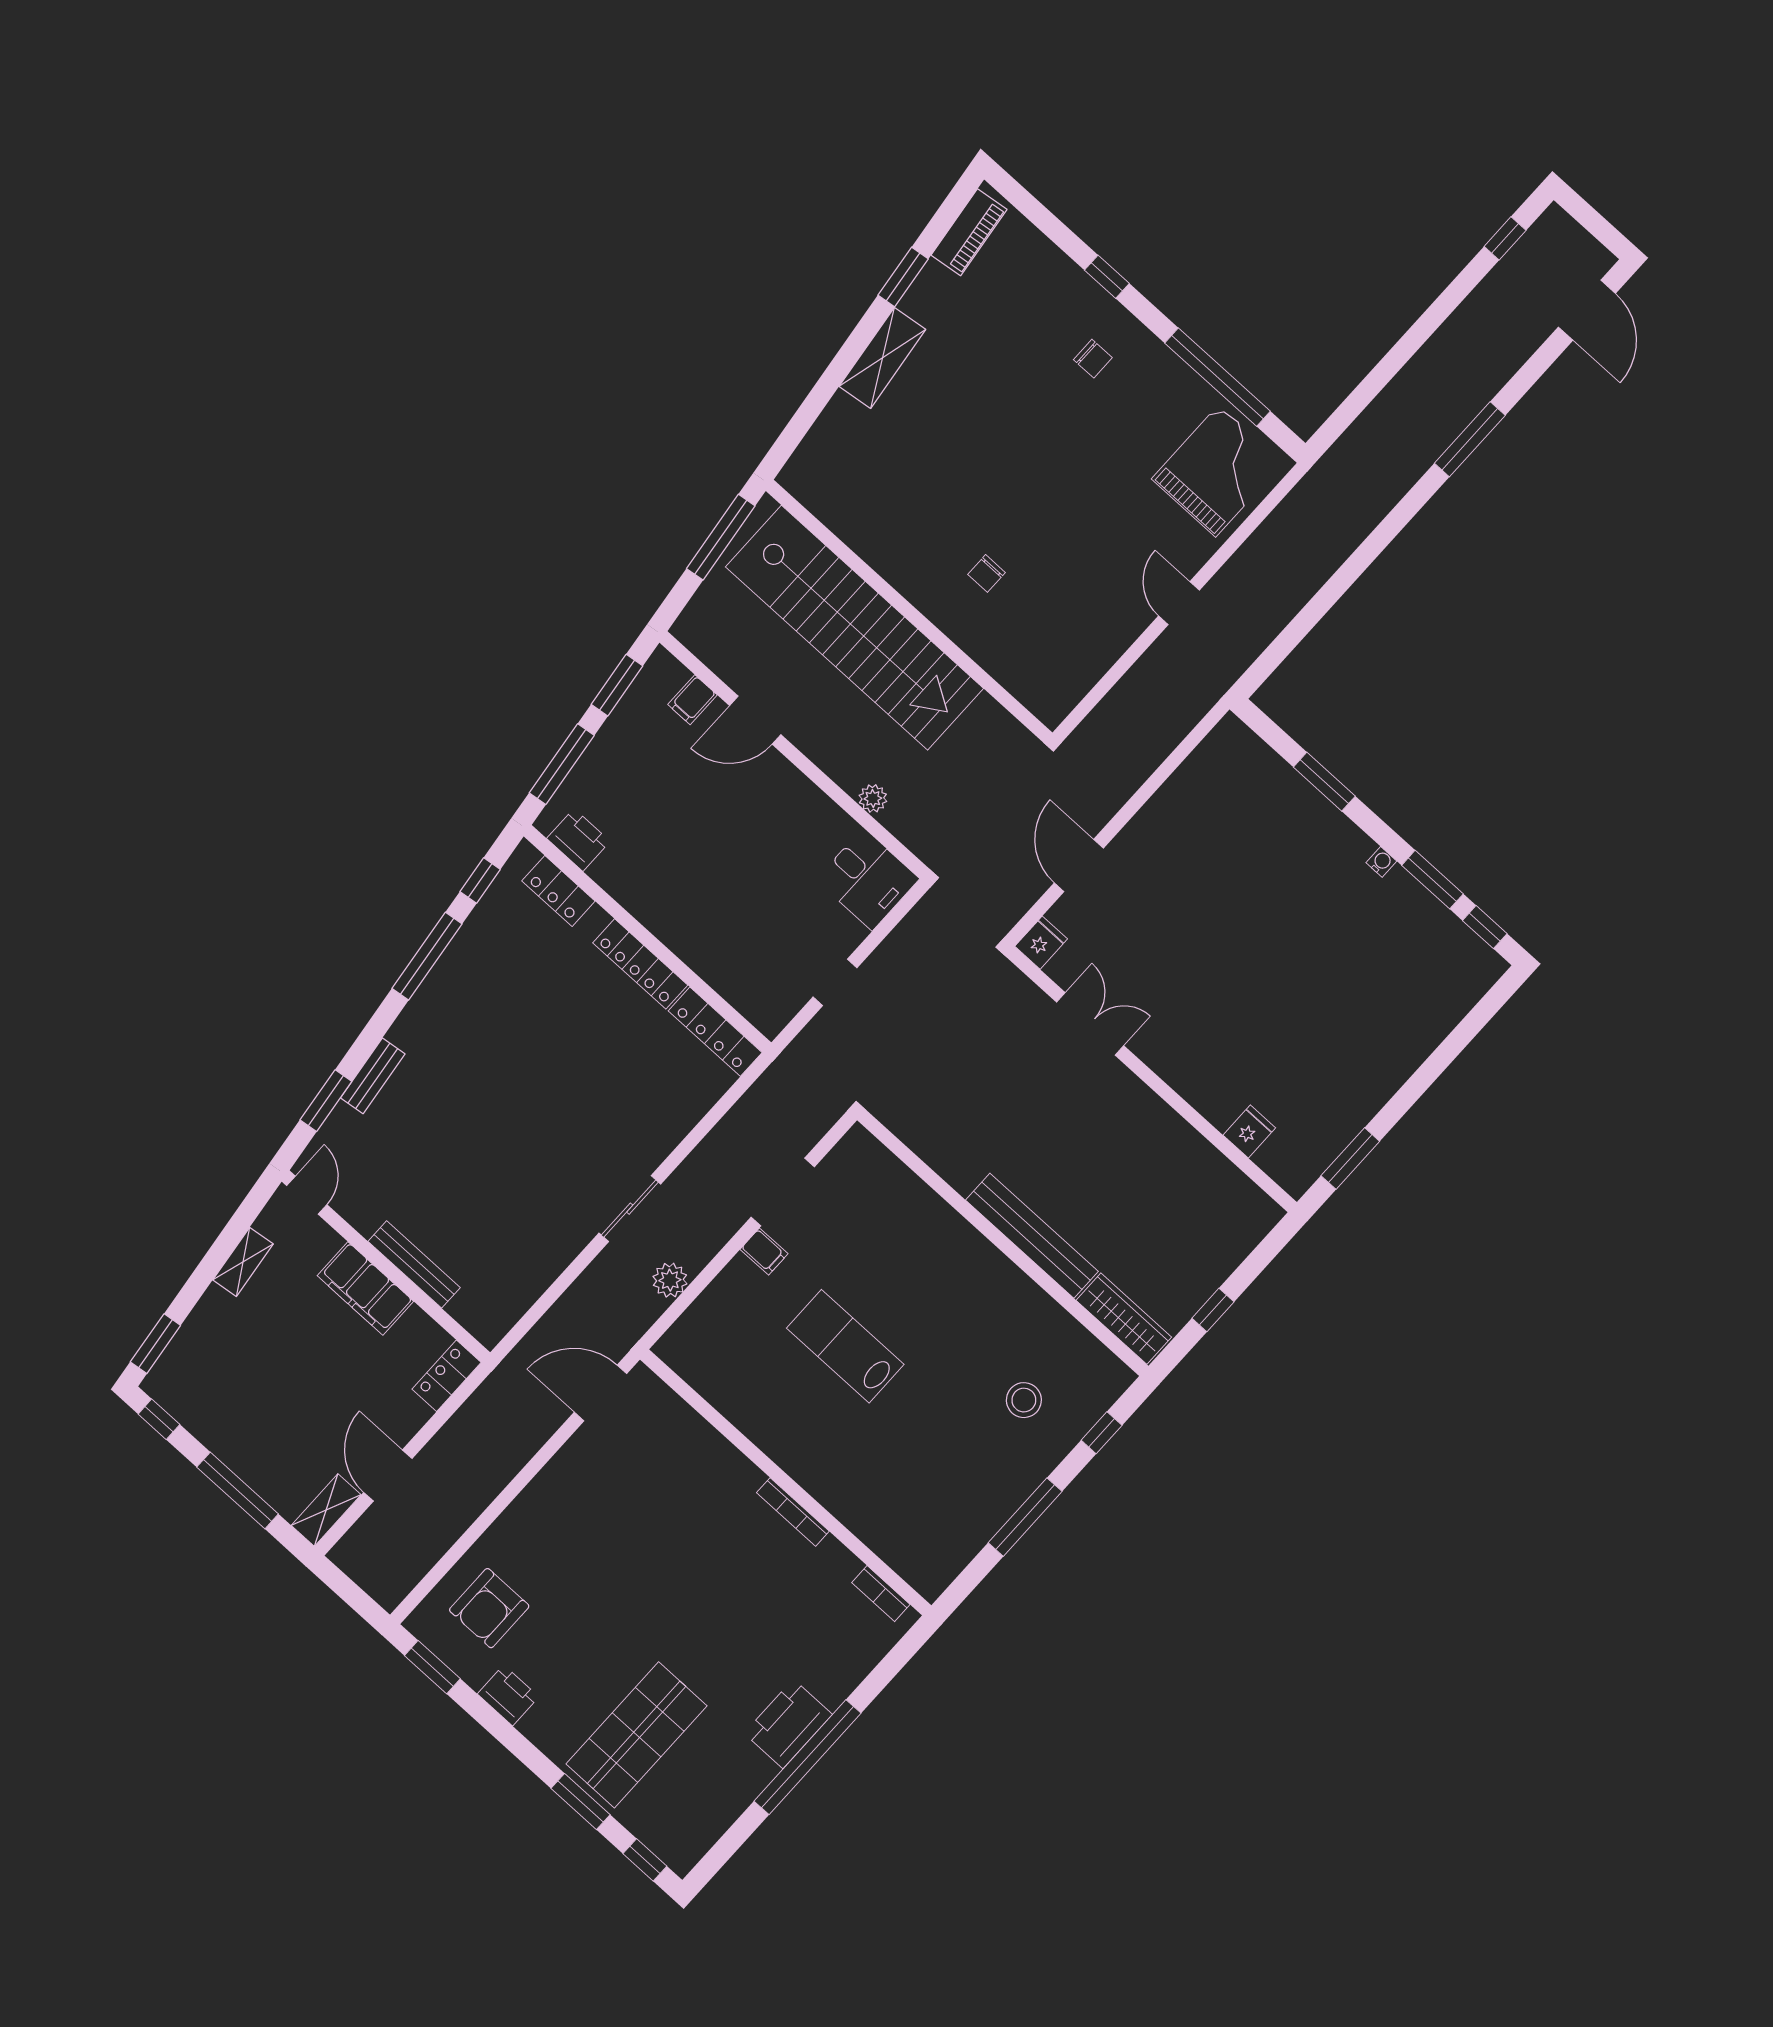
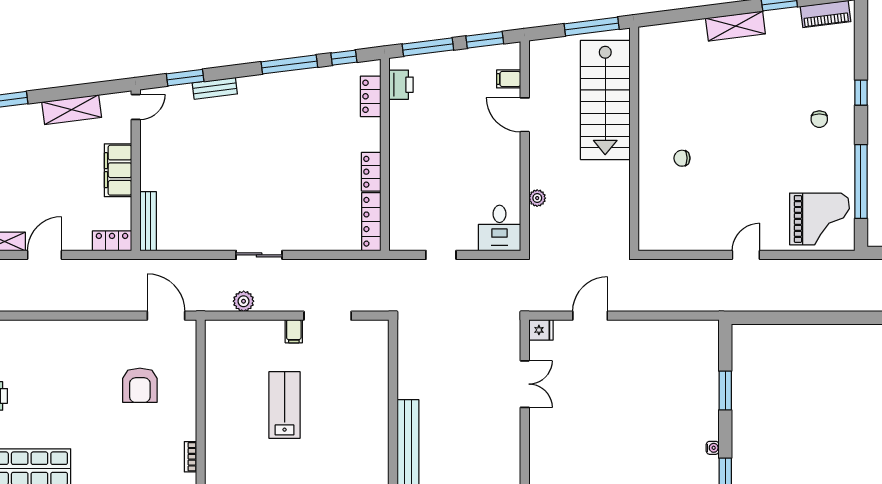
stairs: (854, 628) -> (605, 100), width x0.73
locker: (640, 964) -> (371, 172), width x0.66
shelving: (243, 1262) -> (72, 110), width x1.50, depth x1.33
bench: (414, 1264) -> (148, 221), moved
bookcase: (793, 1512) -> (190, 457), width x0.64
armchair: (489, 1608) -> (140, 385), moved, turned -90

